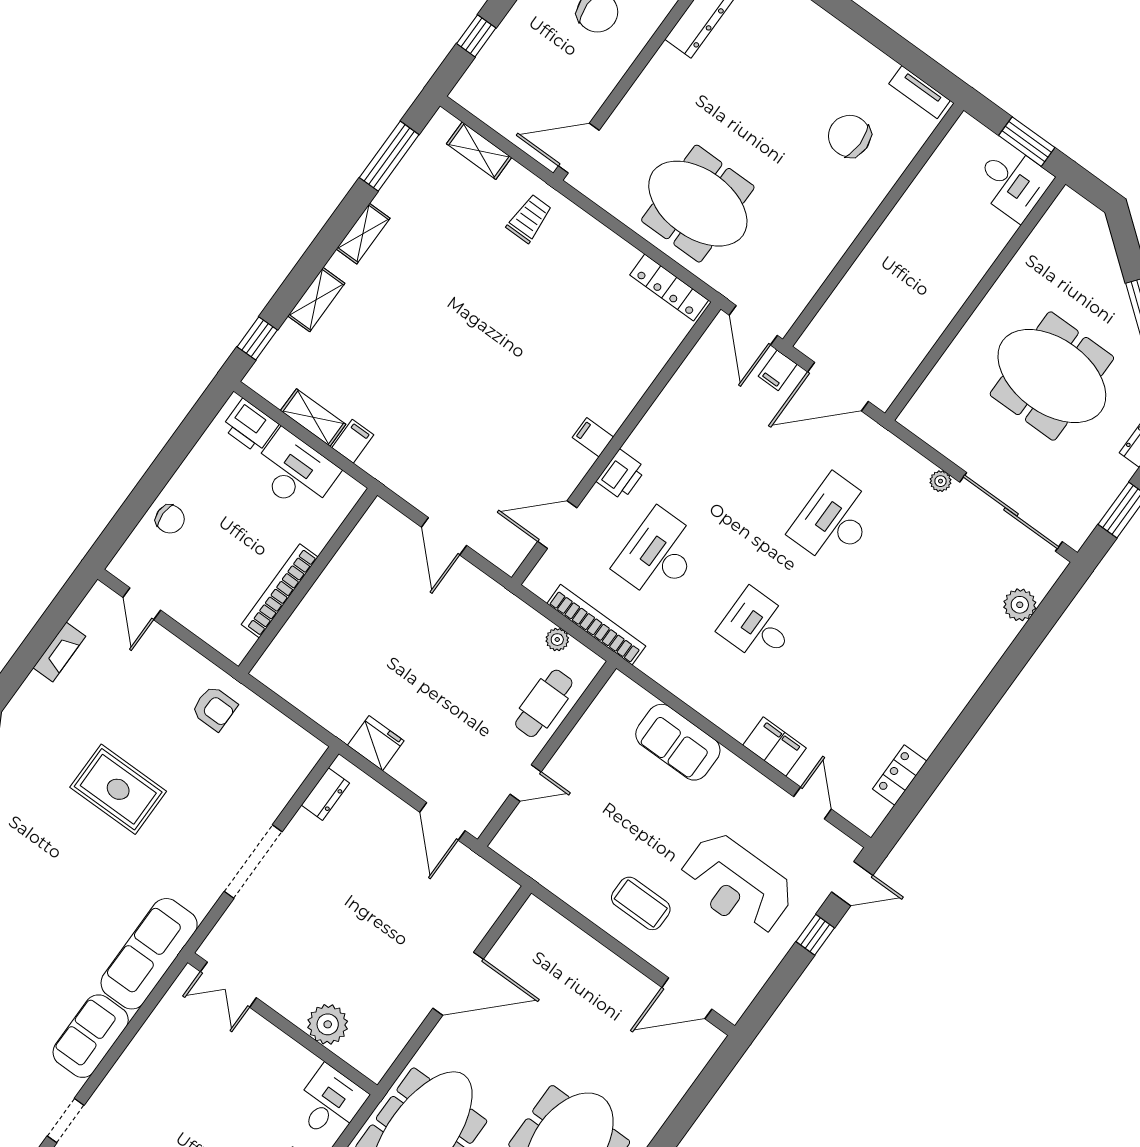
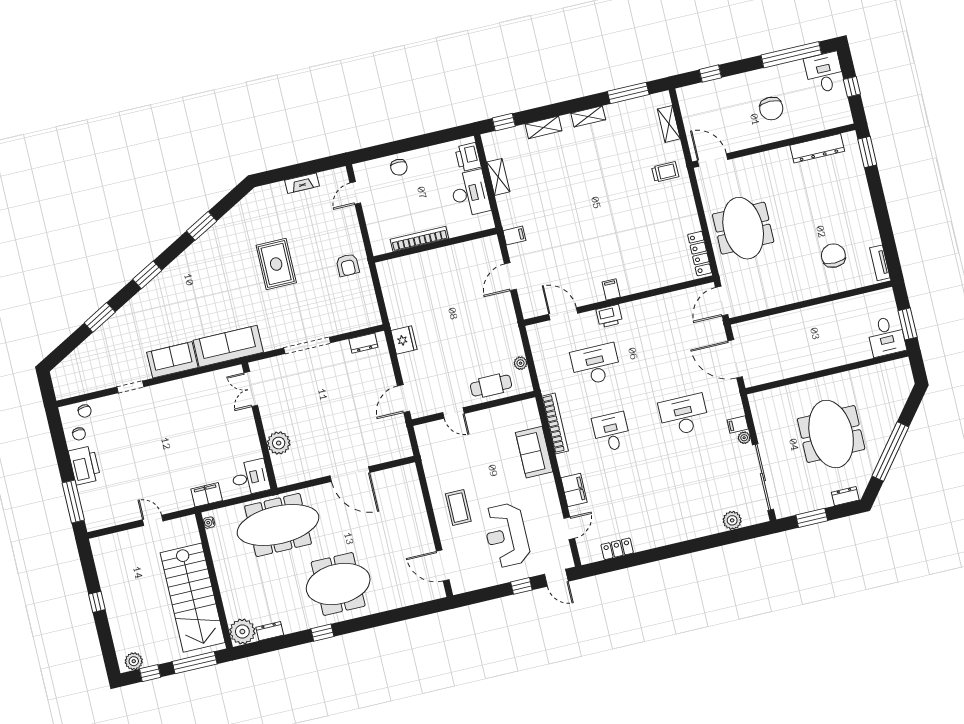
filing cabinet: (778, 370) -> (738, 424), moved
filing cabinet: (353, 441) -> (514, 236), moved
bookcase: (596, 625) -> (555, 424), moved

